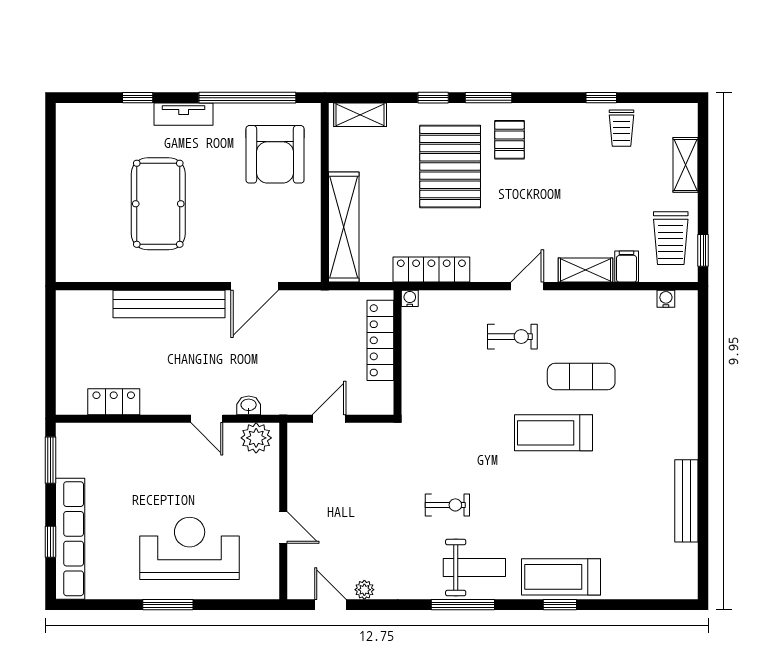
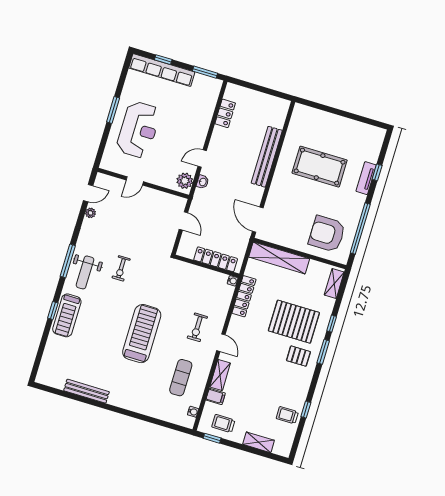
tv unit: (184, 114) -> (366, 178), moved
trolley: (671, 238) -> (223, 424), width x0.73, depth x0.72
door: (255, 286) -> (258, 220), moved
exercise mat: (581, 376) -> (181, 378), moved
treadmill: (553, 433) -> (142, 334), width x1.37, depth x1.38
treadmill: (561, 577) -> (67, 315), turned 180

